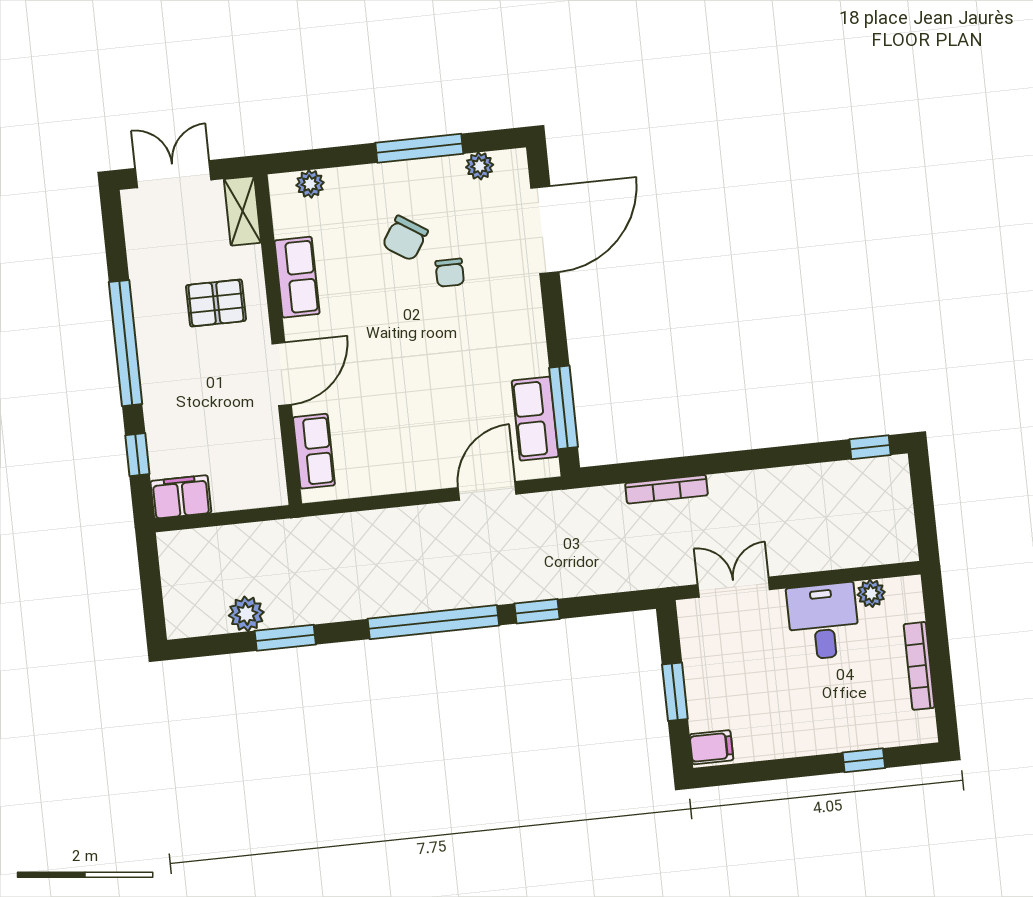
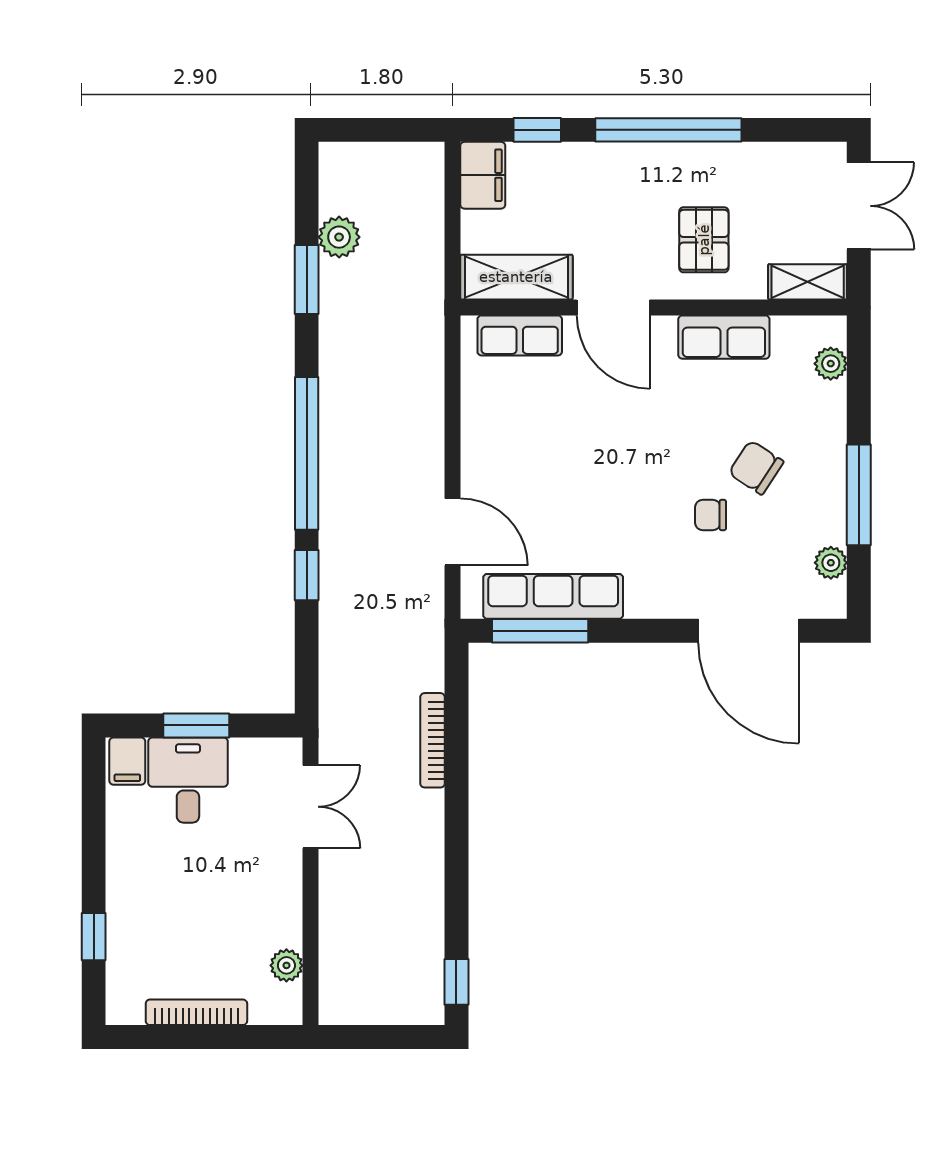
row of seats: (535, 419) -> (553, 596), width x1.48
shelving: (264, 459) -> (516, 277), added
desk: (823, 621) -> (188, 780), moved, turned -90

